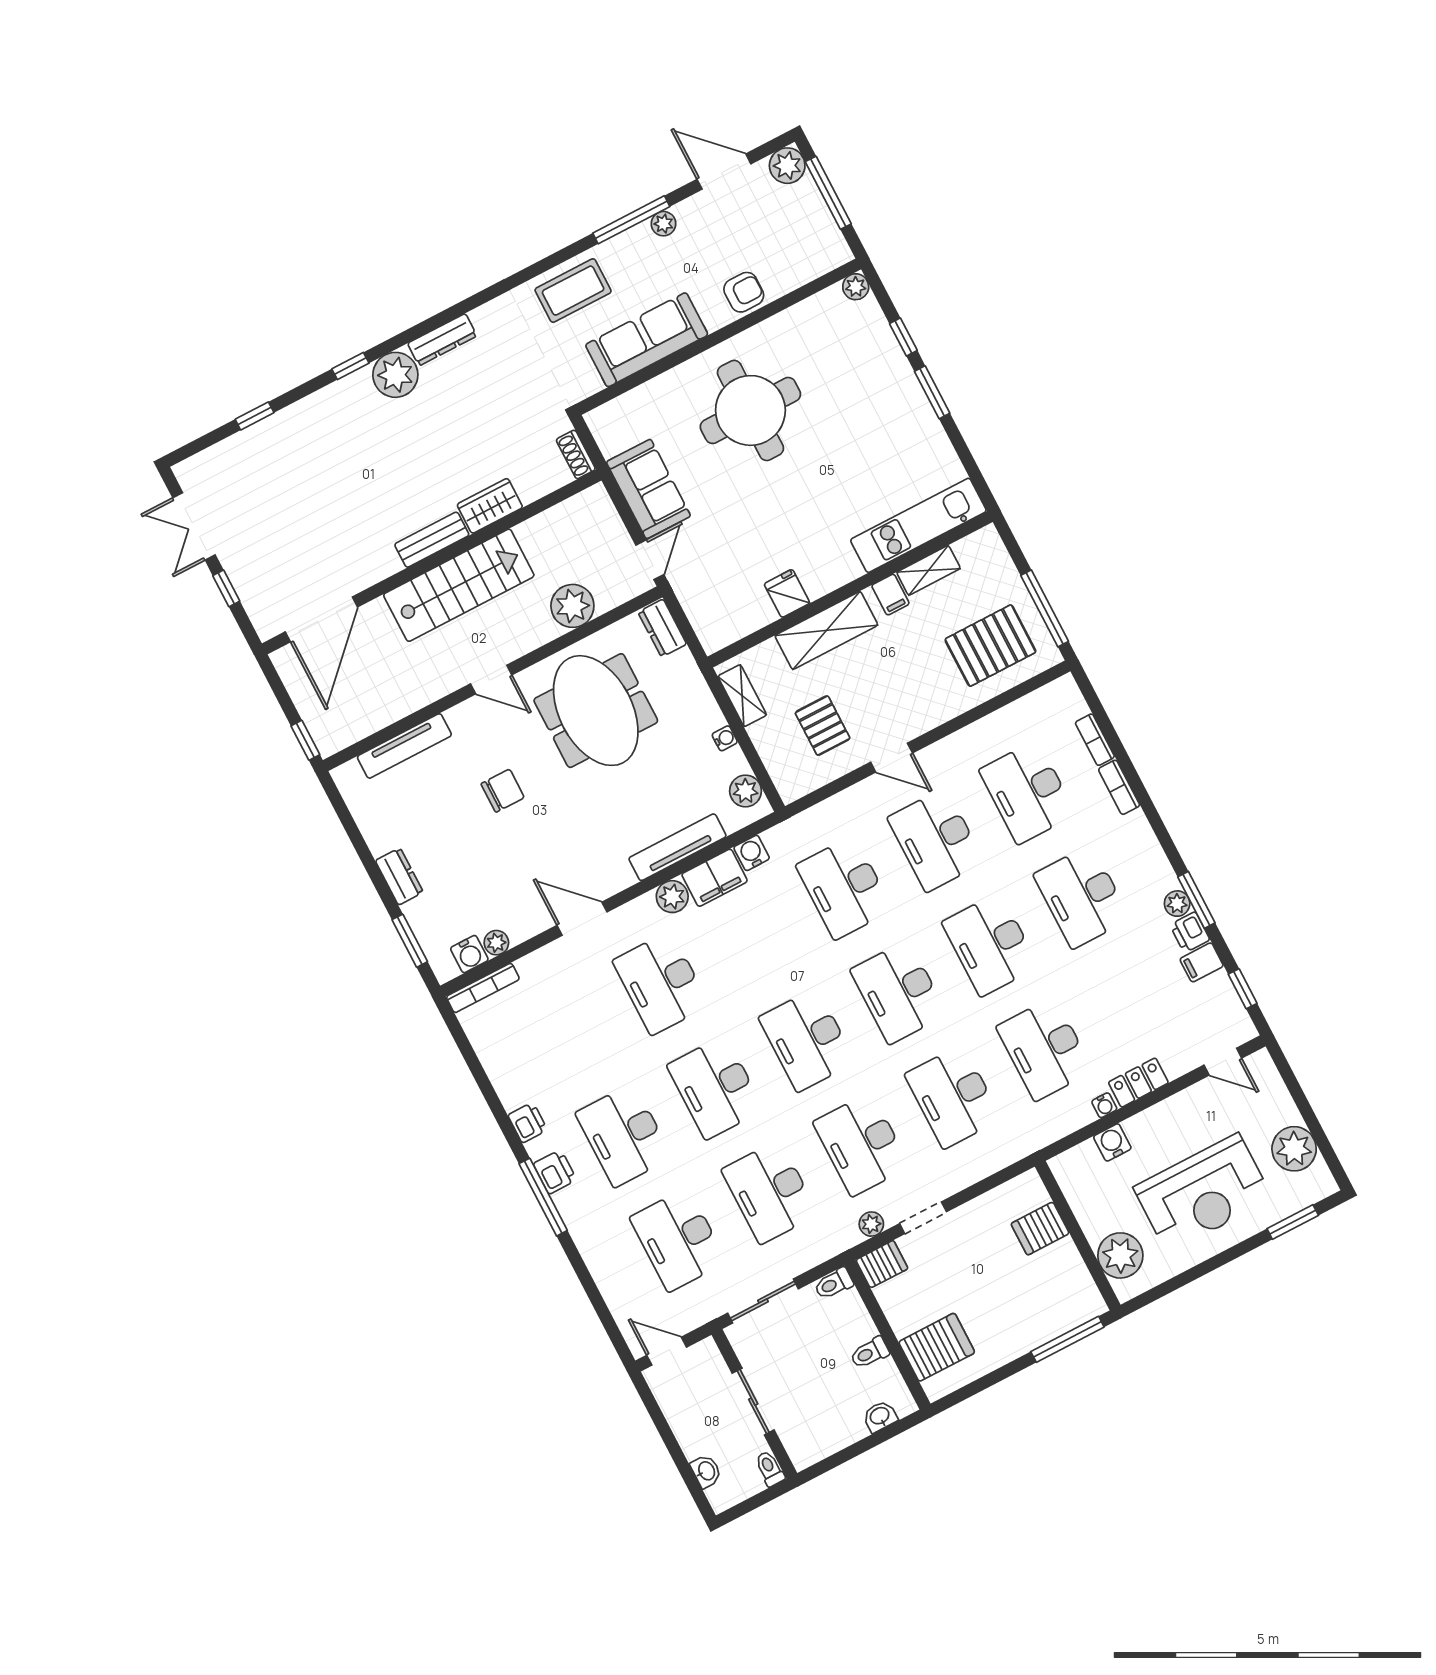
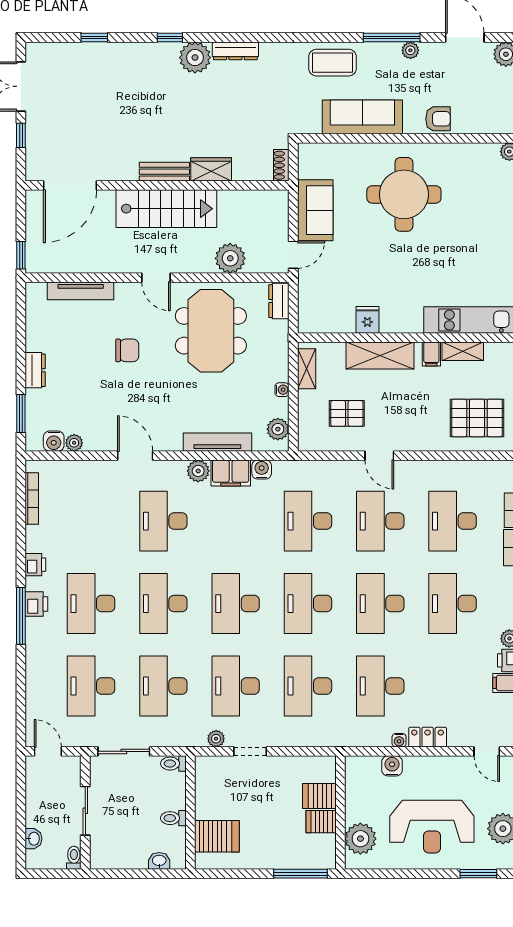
pallet: (823, 726) -> (347, 413), turned 90
bookcase: (483, 988) -> (32, 498), moved, turned -90
server rack: (882, 1264) -> (321, 822), moved, turned 180

